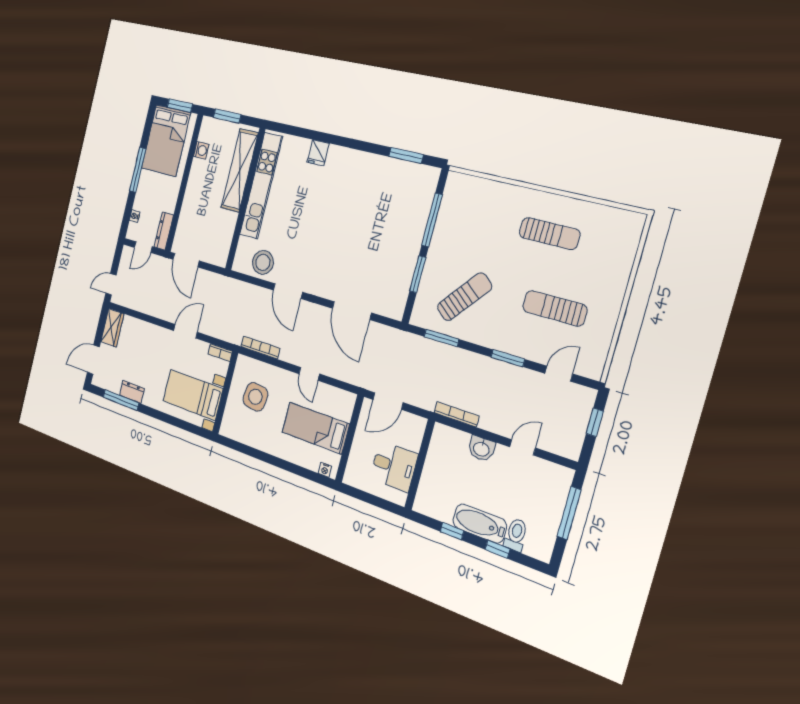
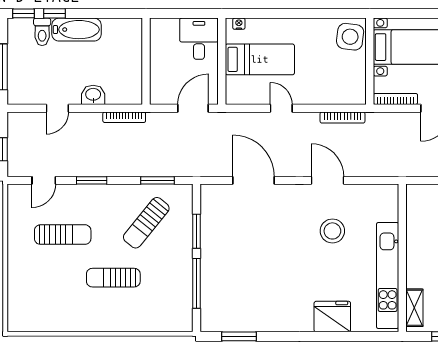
fridge: (318, 153) -> (332, 317), width x1.88, depth x1.34
shelving: (240, 171) -> (414, 308), width x0.45, depth x0.75
sun lounger: (549, 234) -> (113, 278), moved
stool: (263, 262) -> (332, 231), moved
bookcase: (220, 353) -> (395, 99), width x1.56
side table: (255, 397) -> (350, 37), moved
desk: (394, 466) -> (199, 39), moved, turned 90
window: (452, 531) -> (23, 13), moved

